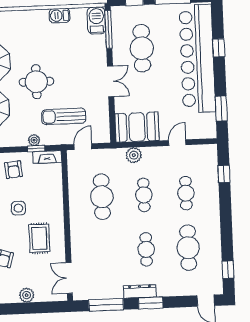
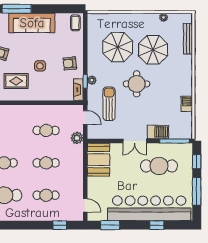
barbecue: (96, 20) -> (158, 132), moved
door: (177, 143) -> (85, 205), moved
plant: (134, 155) -> (77, 138), moved
cafe table: (102, 197) -> (46, 130), width x0.73, depth x0.74

